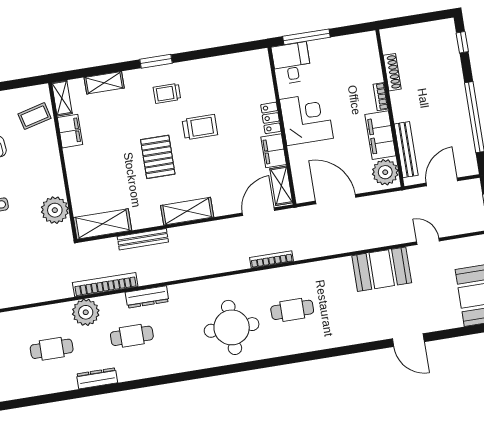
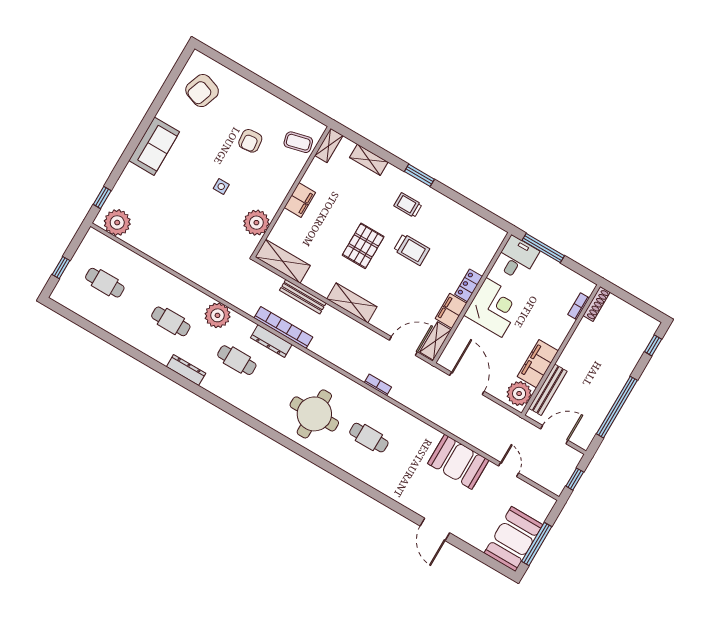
shoe rack: (392, 72) -> (597, 304), moved
bookcase: (381, 97) -> (579, 306), moved
filing cabinet: (70, 131) -> (300, 200), moved
bookcase: (272, 259) -> (378, 385), width x0.64
bookcase: (105, 285) -> (283, 327), moved

